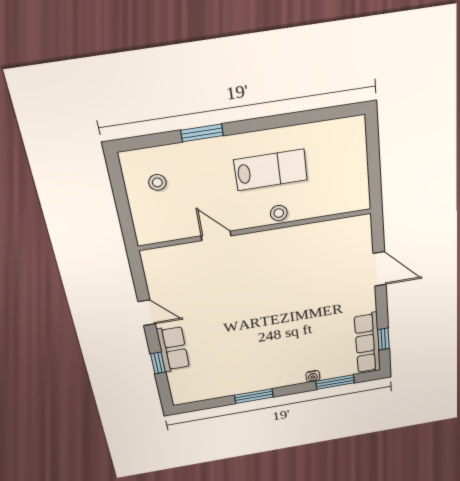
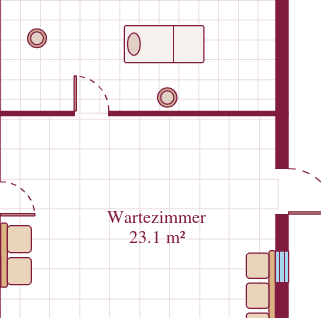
window: (383, 339) -> (282, 267), moved

